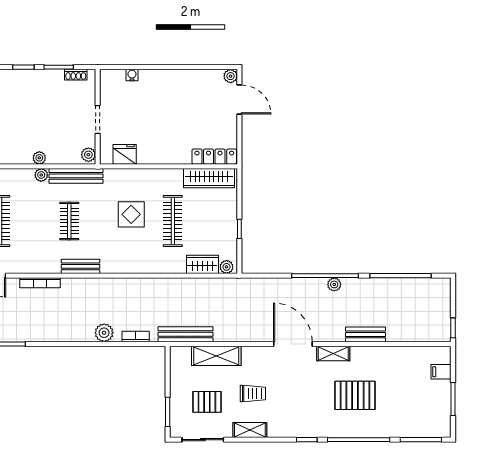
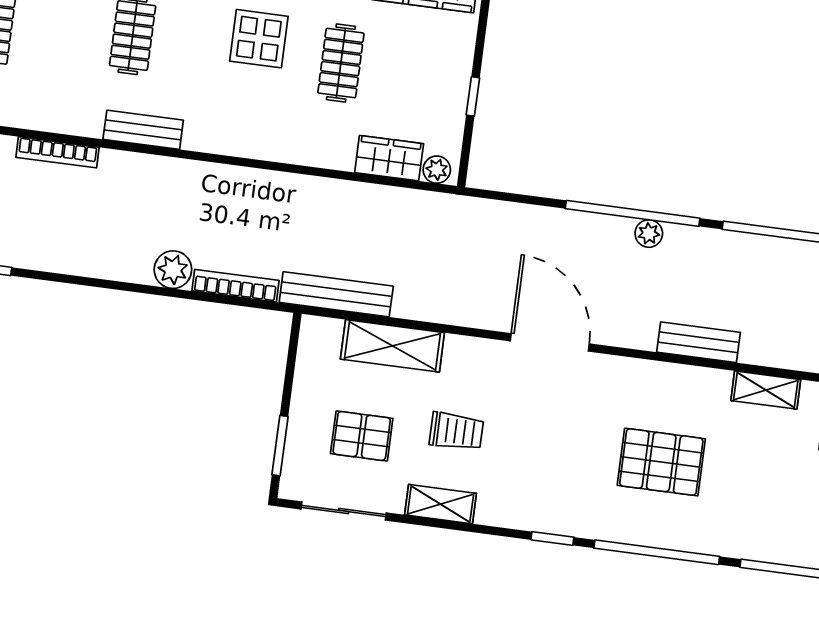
clothes rail: (173, 221) -> (341, 63), width x0.73
bookcase: (136, 337) -> (236, 286), width x1.56
shelving: (333, 353) -> (766, 390), moved

